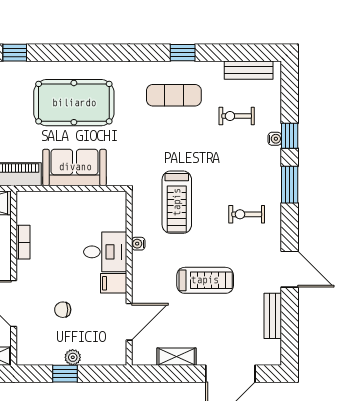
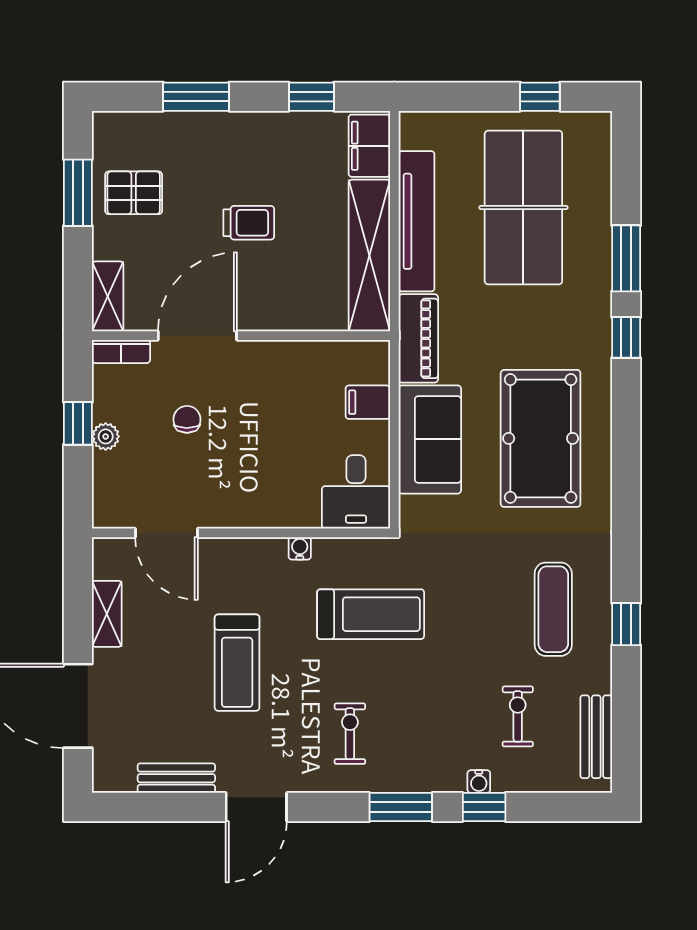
treadmill: (177, 202) -> (371, 614), turned 180
bookcase: (23, 242) -> (121, 351), moved
desk: (105, 252) -> (356, 492), moved
filing cabinet: (114, 283) -> (368, 402), moved, turned -90

